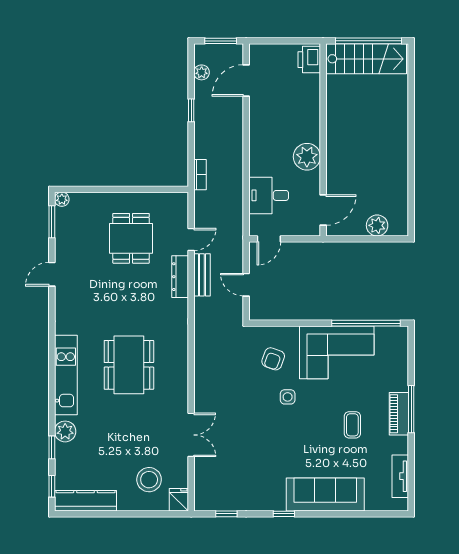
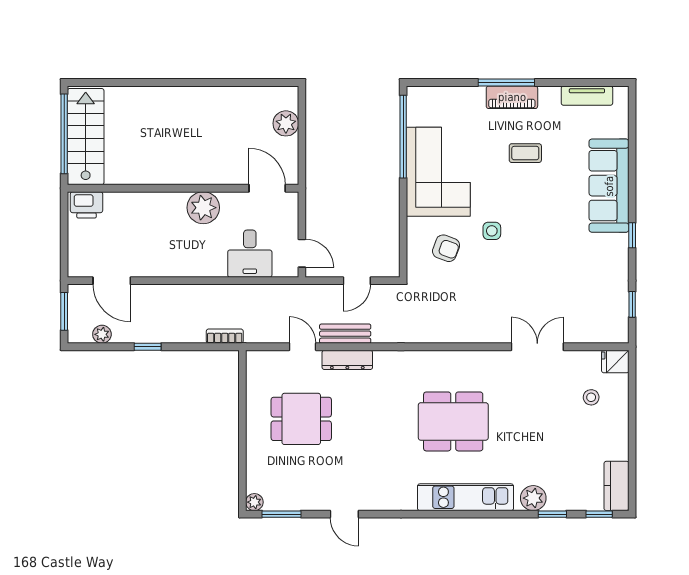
stool: (149, 480) -> (591, 397), width x0.53, depth x0.53
kitchen counter: (86, 501) -> (616, 486), width x0.67

